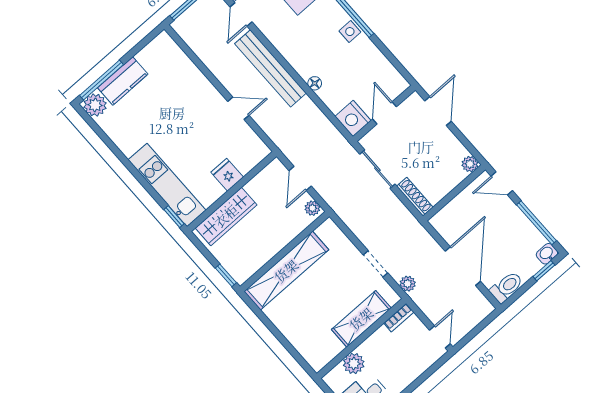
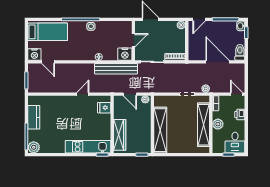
bench: (270, 68) -> (116, 69), moved
kitchen counter: (123, 81) -> (34, 117), moved
door: (385, 113) -> (133, 40), swing flipped
fridge: (227, 175) -> (104, 108), moved
shelving: (361, 319) -> (203, 125), width x1.47
plant: (354, 363) -> (218, 124), moved
printer: (414, 369) -> (240, 115), added

